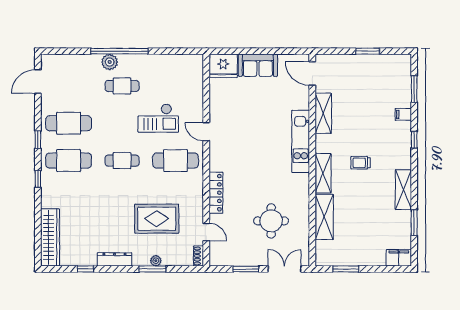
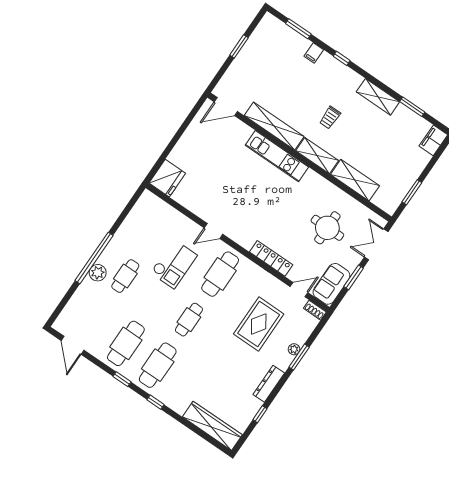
sofa: (258, 65) -> (331, 284), moved, turned 180
shelving: (323, 113) -> (274, 126), width x1.47

